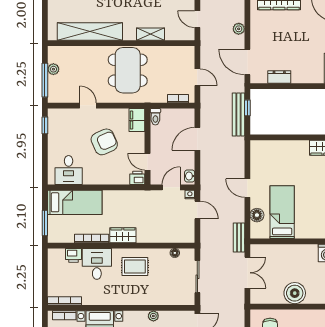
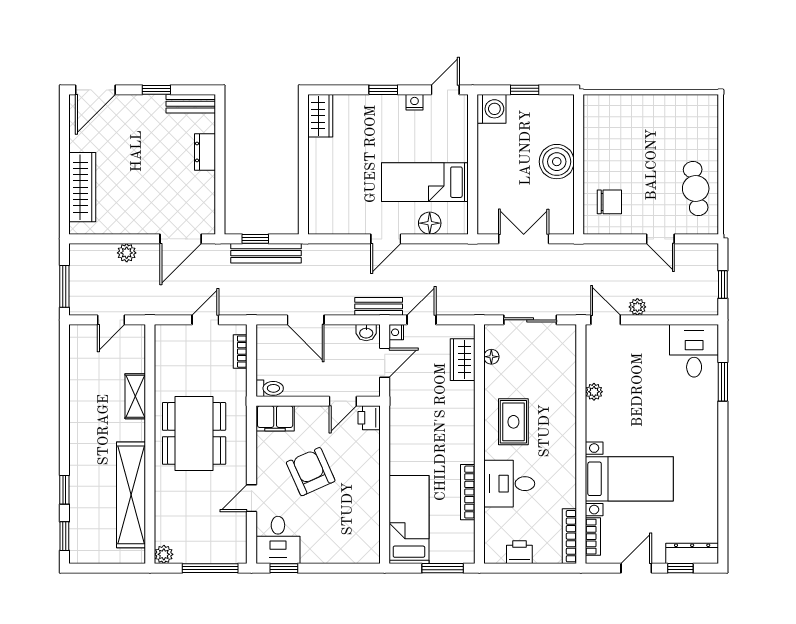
plant: (53, 69) -> (164, 554), moved
dining table: (128, 70) -> (194, 433), turned 90
dresser: (279, 77) -> (205, 152), moved
desk: (69, 170) -> (278, 540), moved, turned 90
door: (171, 187) -> (385, 363), swing flipped
wardrobe: (123, 235) -> (463, 360), moved
bench: (239, 238) -> (379, 306), moved
printer: (73, 255) -> (519, 552), moved, turned -90

